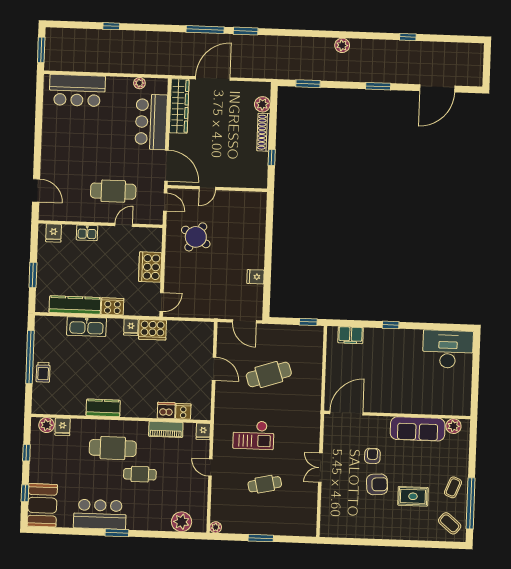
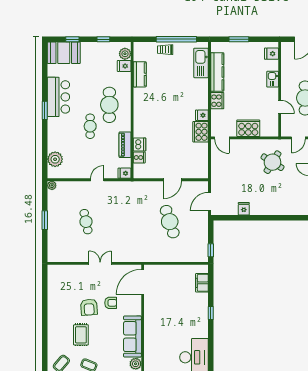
kitchen sink: (86, 327) -> (201, 63), moved
kitchen counter: (103, 408) -> (140, 74), moved
door: (346, 413) -> (143, 282), swing flipped
checkout: (253, 435) -> (123, 212), removed

